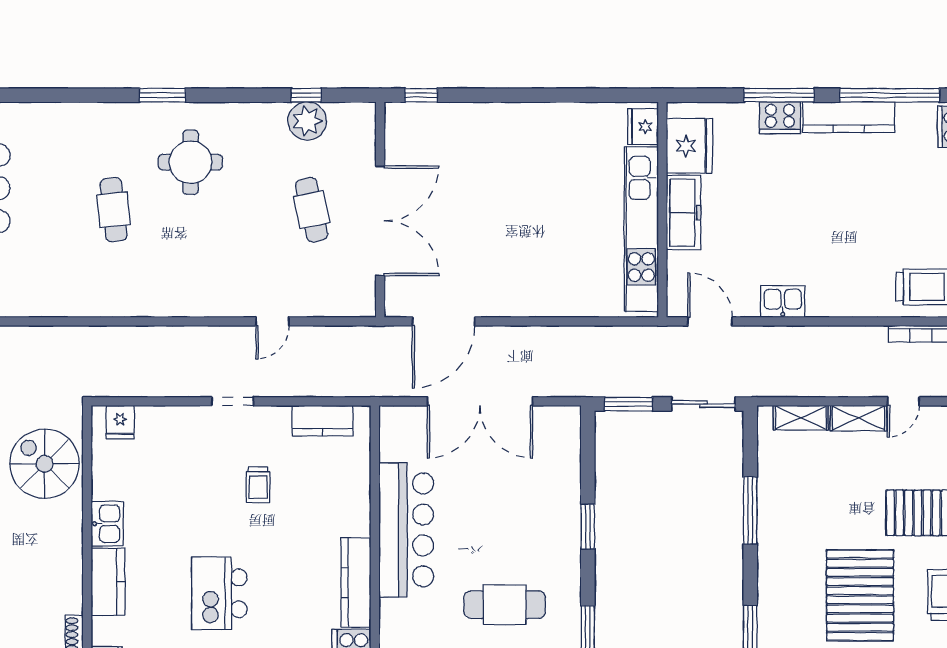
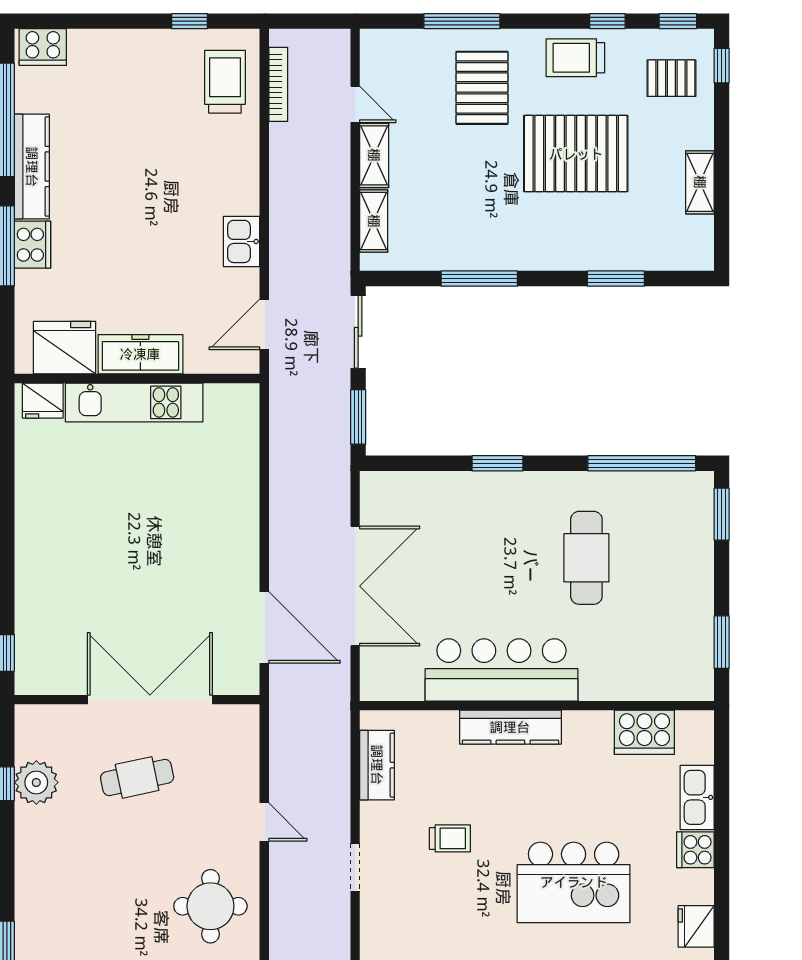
round table: (190, 162) -> (210, 906), moved
kitchen unit: (641, 229) -> (134, 402), width x0.73
kitchen counter: (356, 582) -> (510, 727), moved
kitchen island: (219, 593) -> (574, 882), width x1.37, depth x1.28

